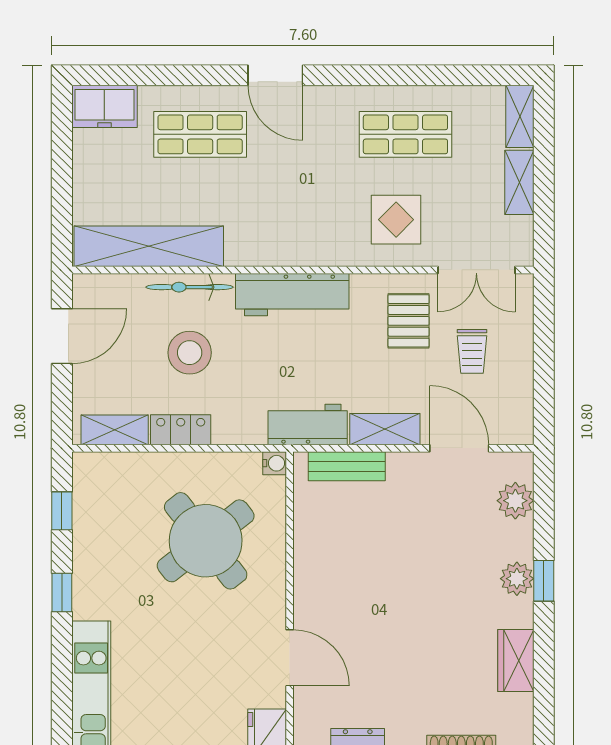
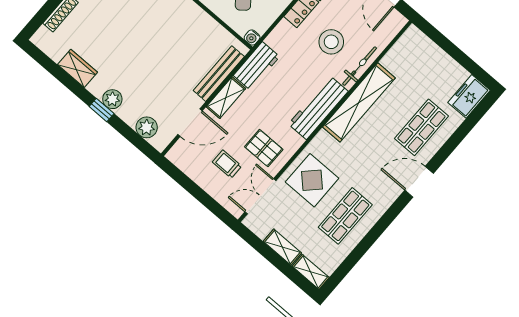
display table: (396, 220) -> (312, 180), width x1.36, depth x1.36
shelving: (149, 246) -> (359, 102), moved
bench: (347, 466) -> (219, 74), width x1.36

